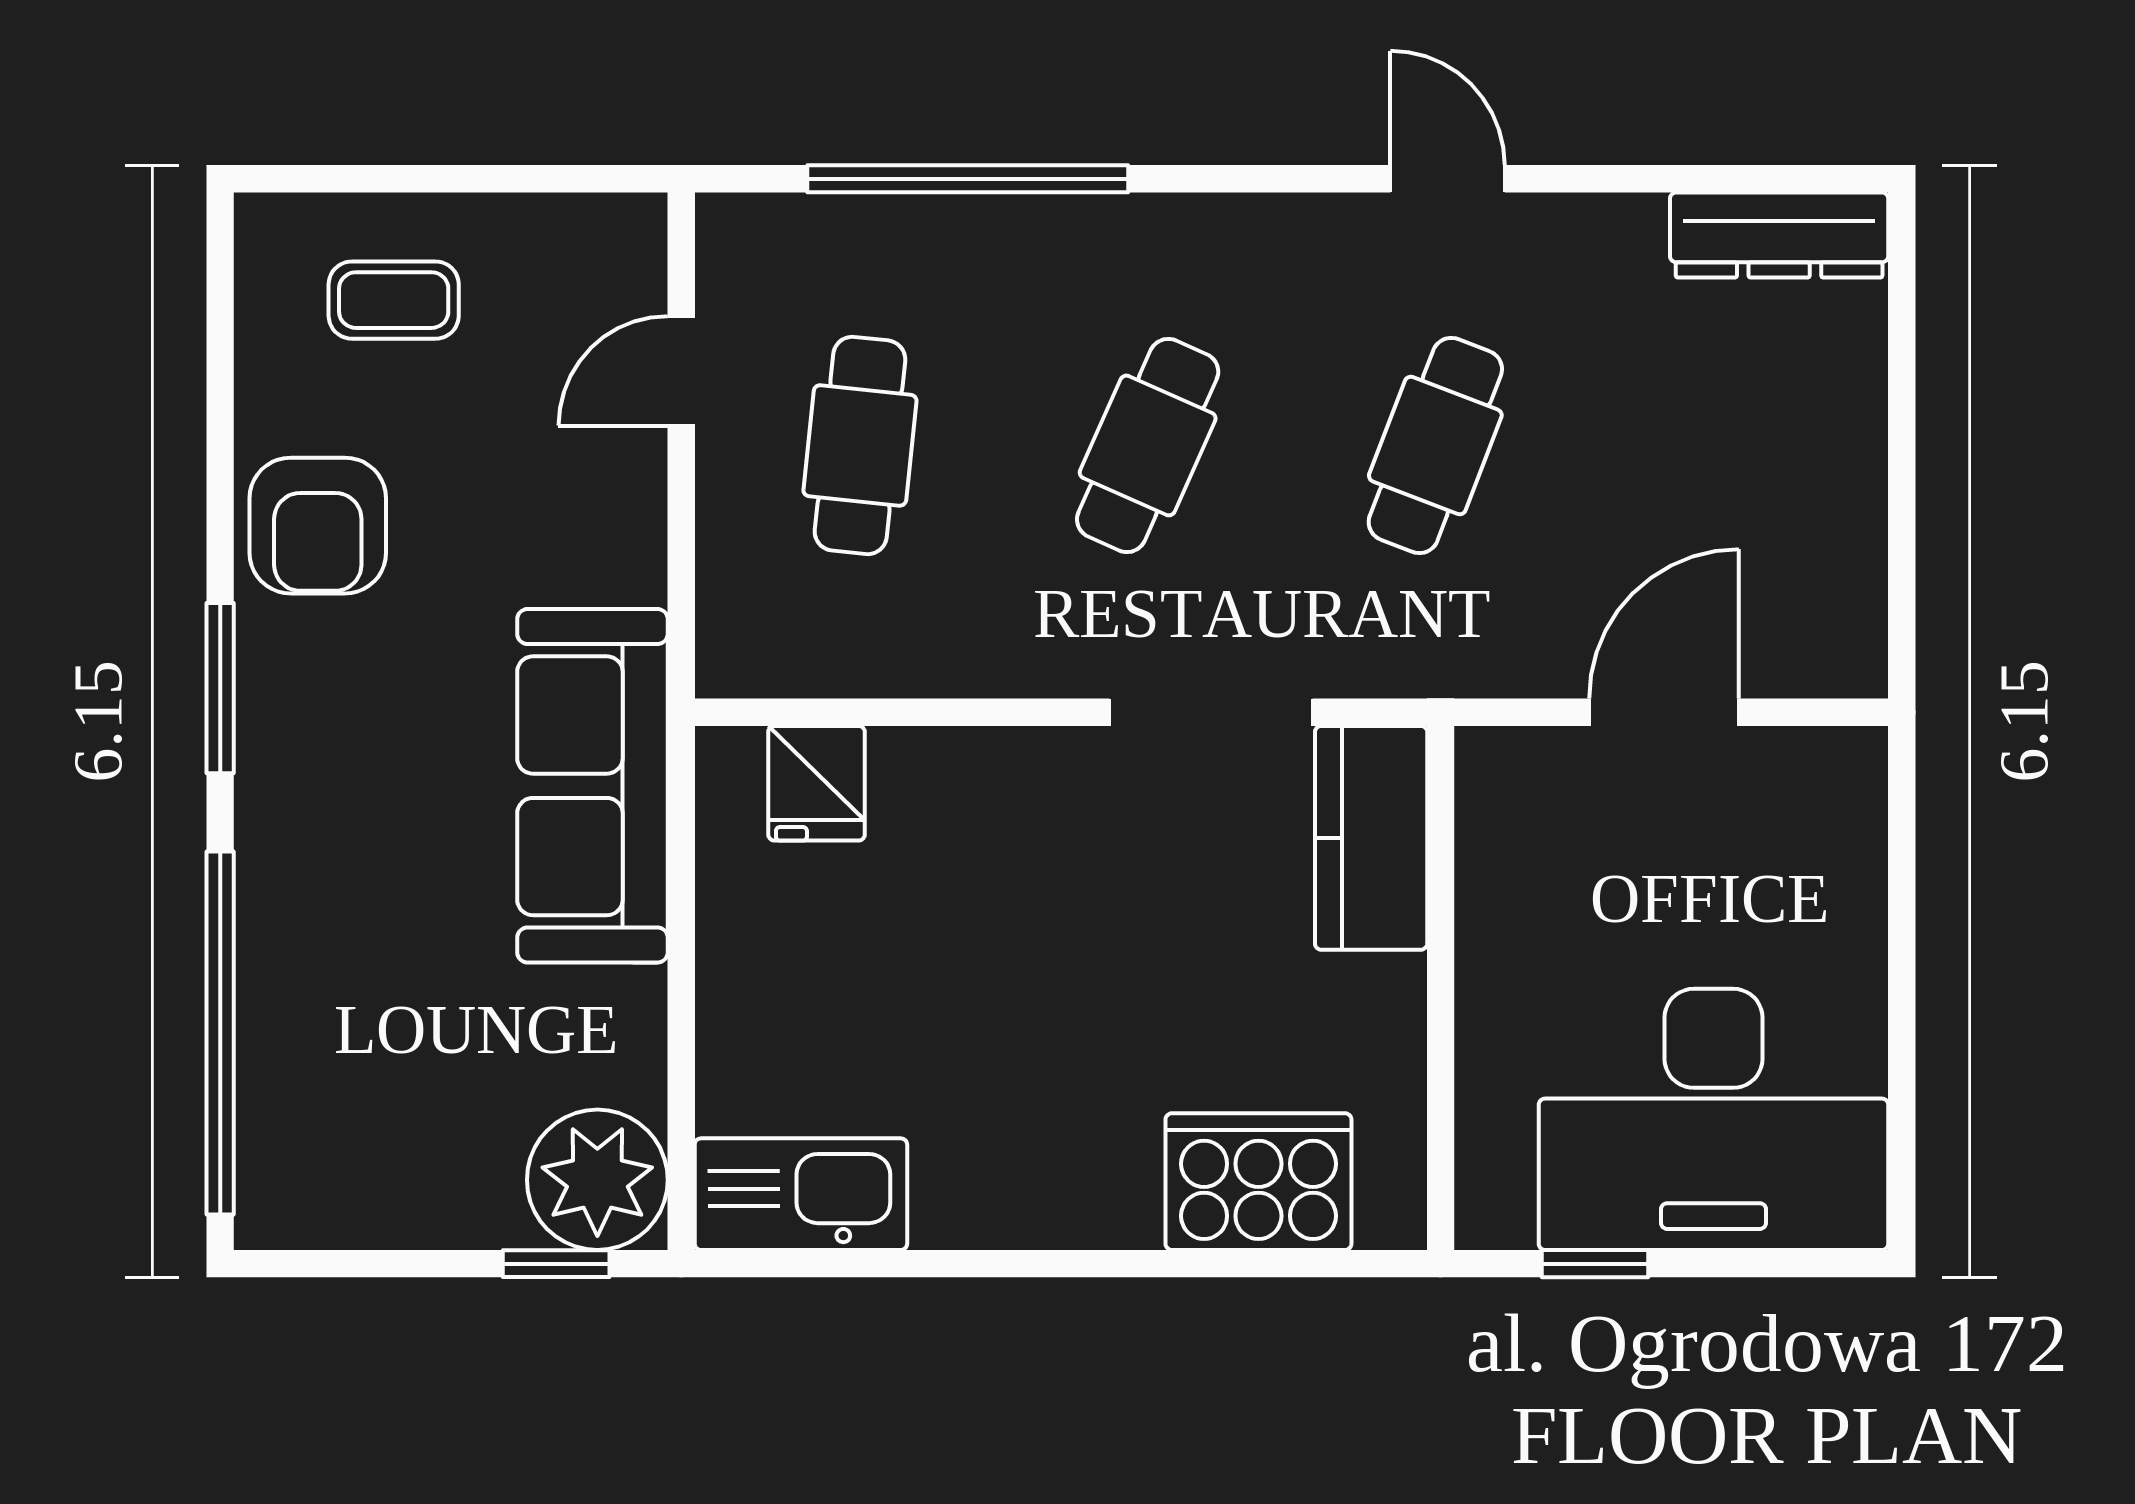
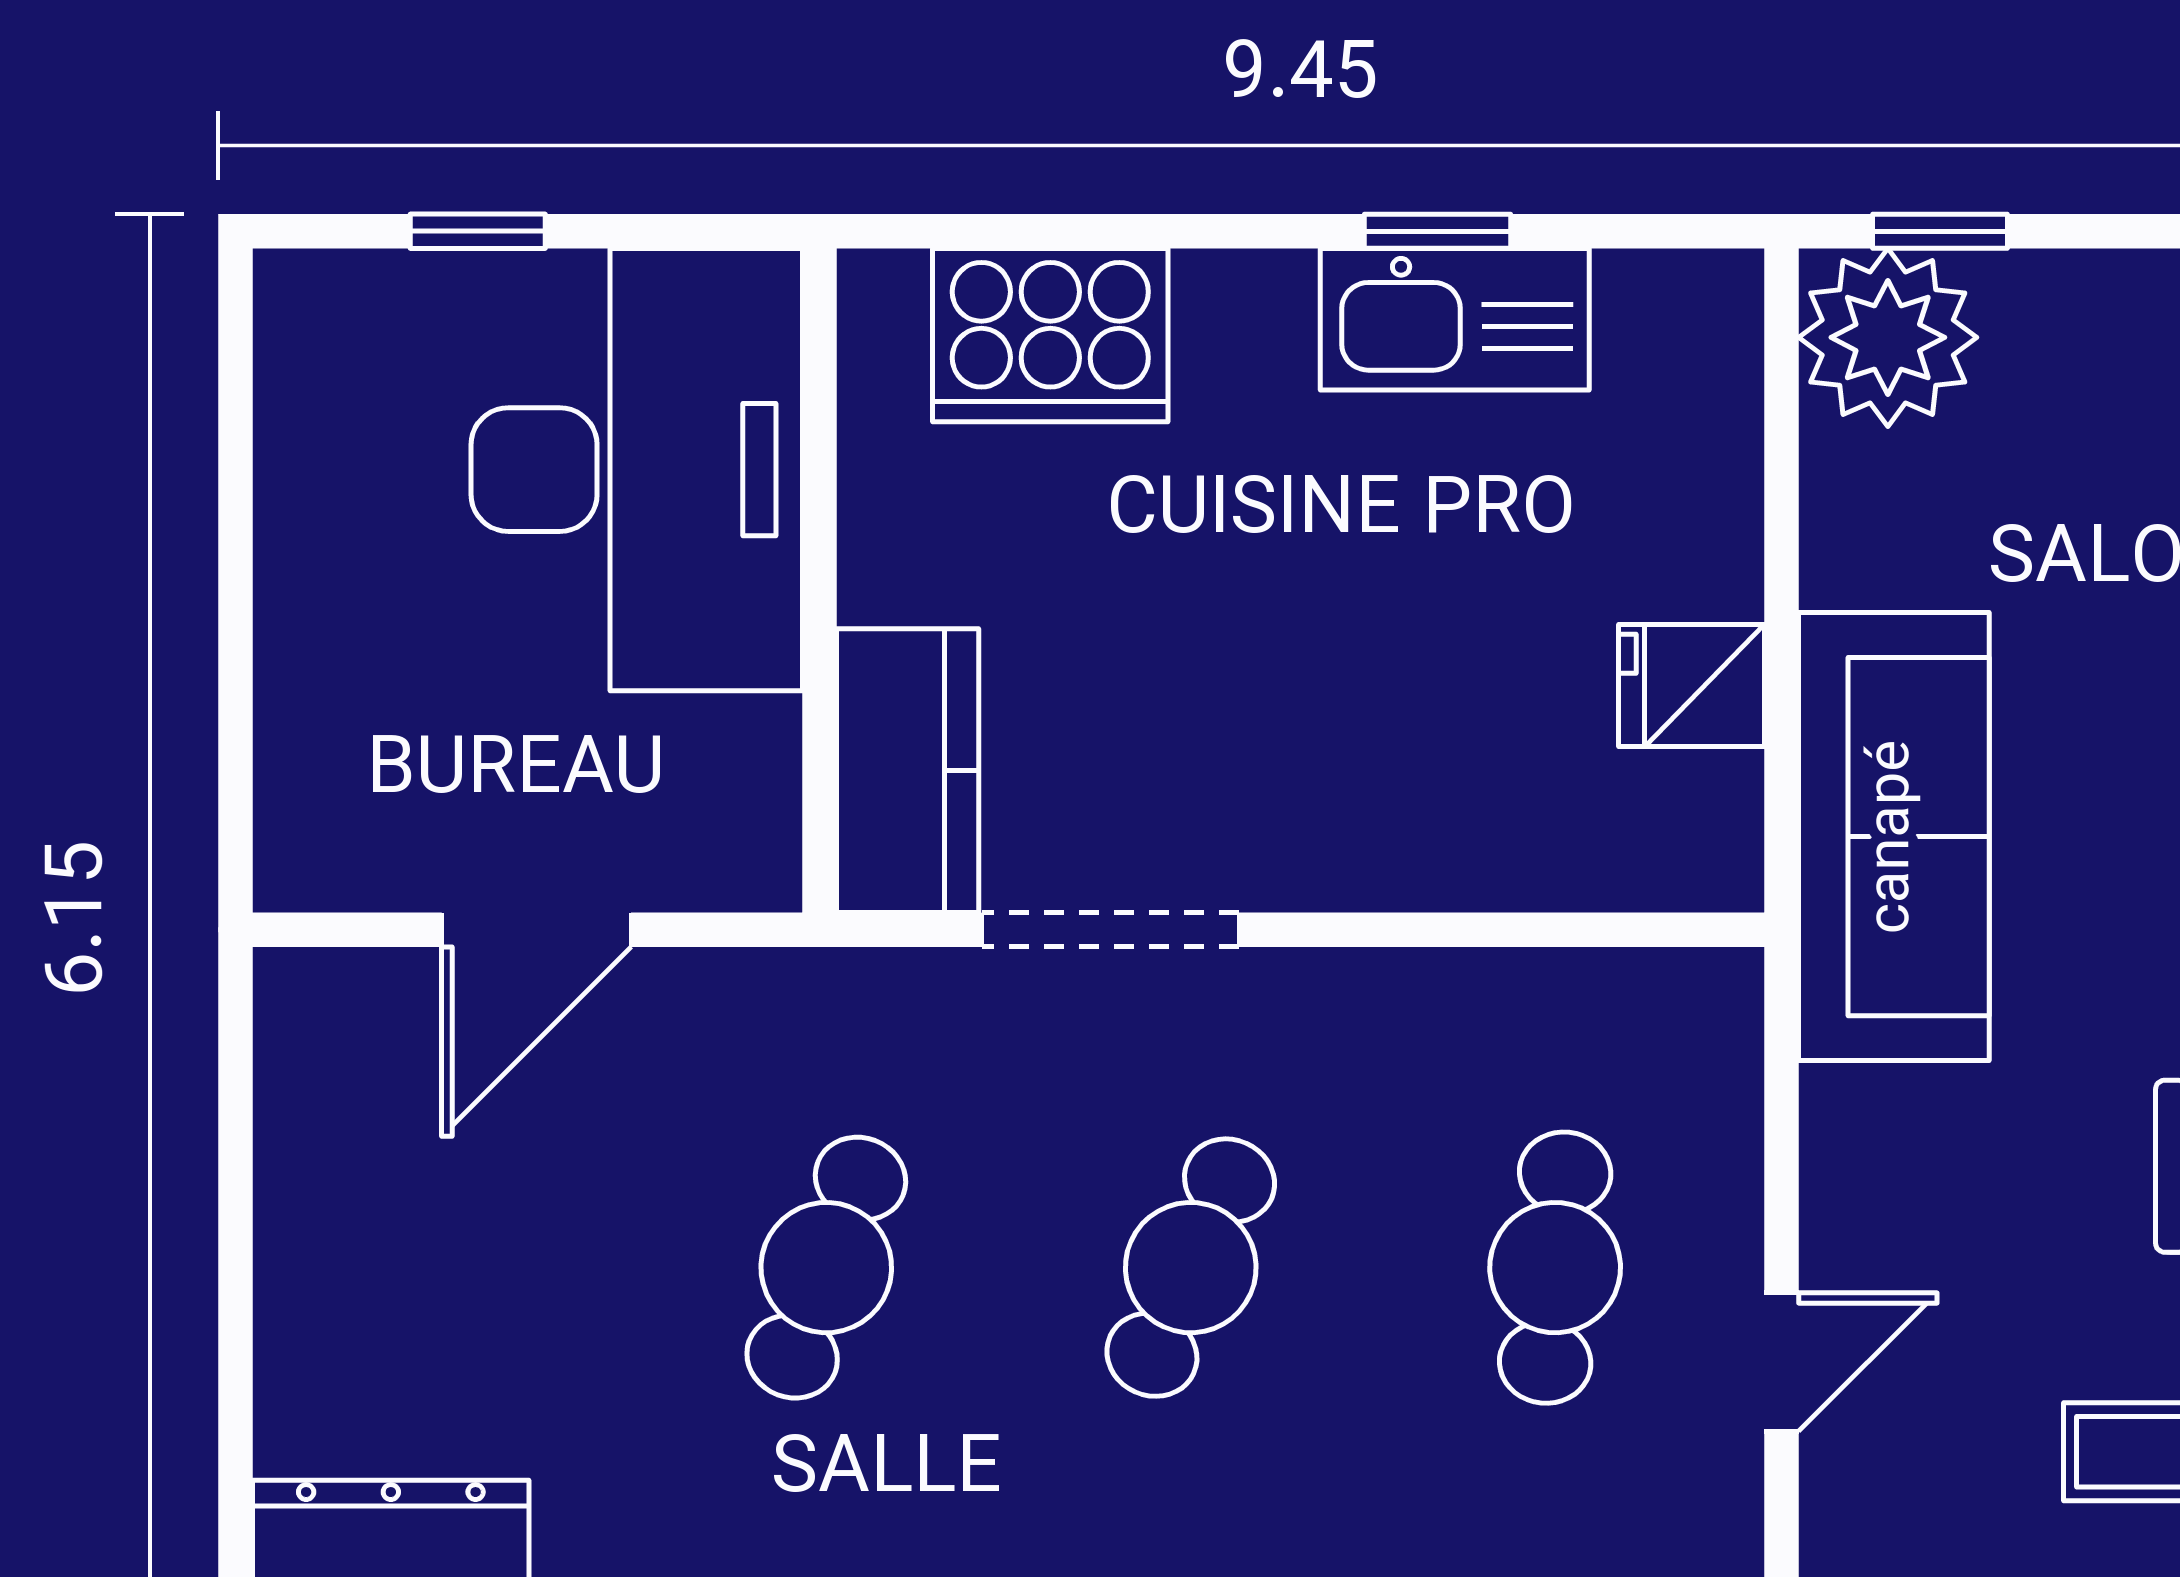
fridge: (816, 783) -> (1692, 685), moved, turned -90
desk: (1713, 1119) -> (637, 470), moved, turned 90
kitchen sink: (801, 1194) -> (1455, 319), moved
window: (953, 1264) -> (1438, 231), added
window: (1595, 1264) -> (478, 231), moved

